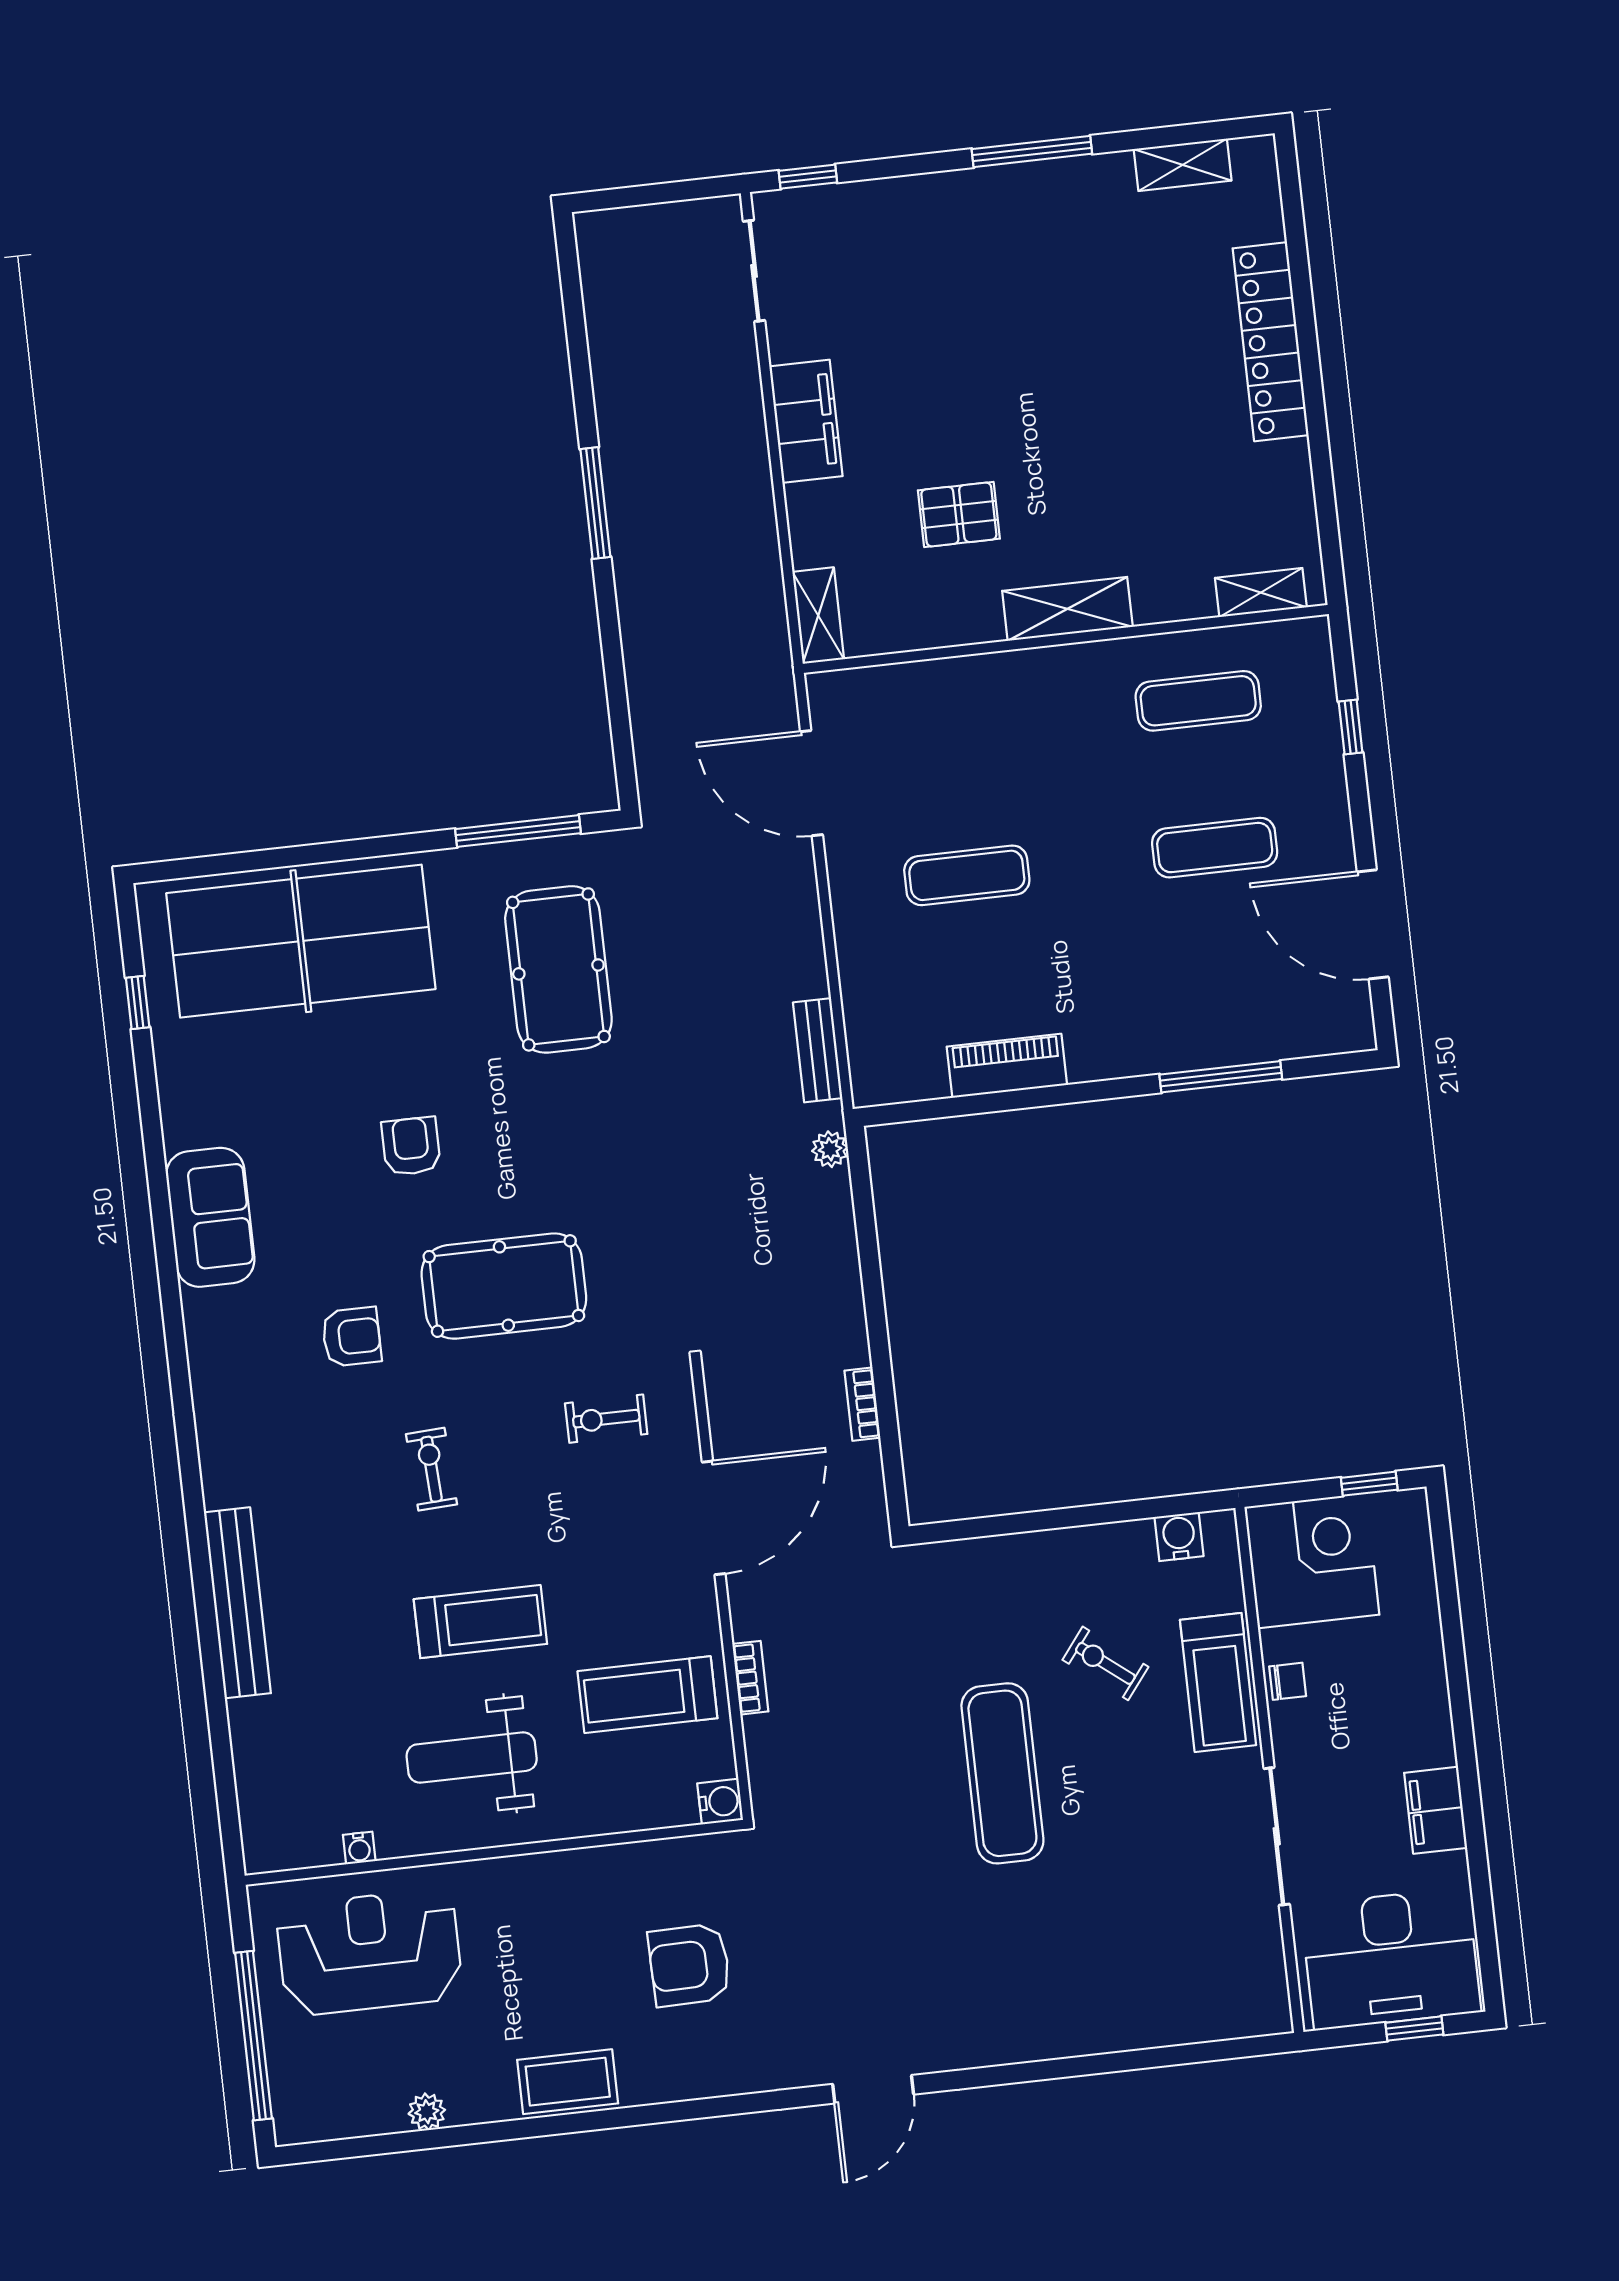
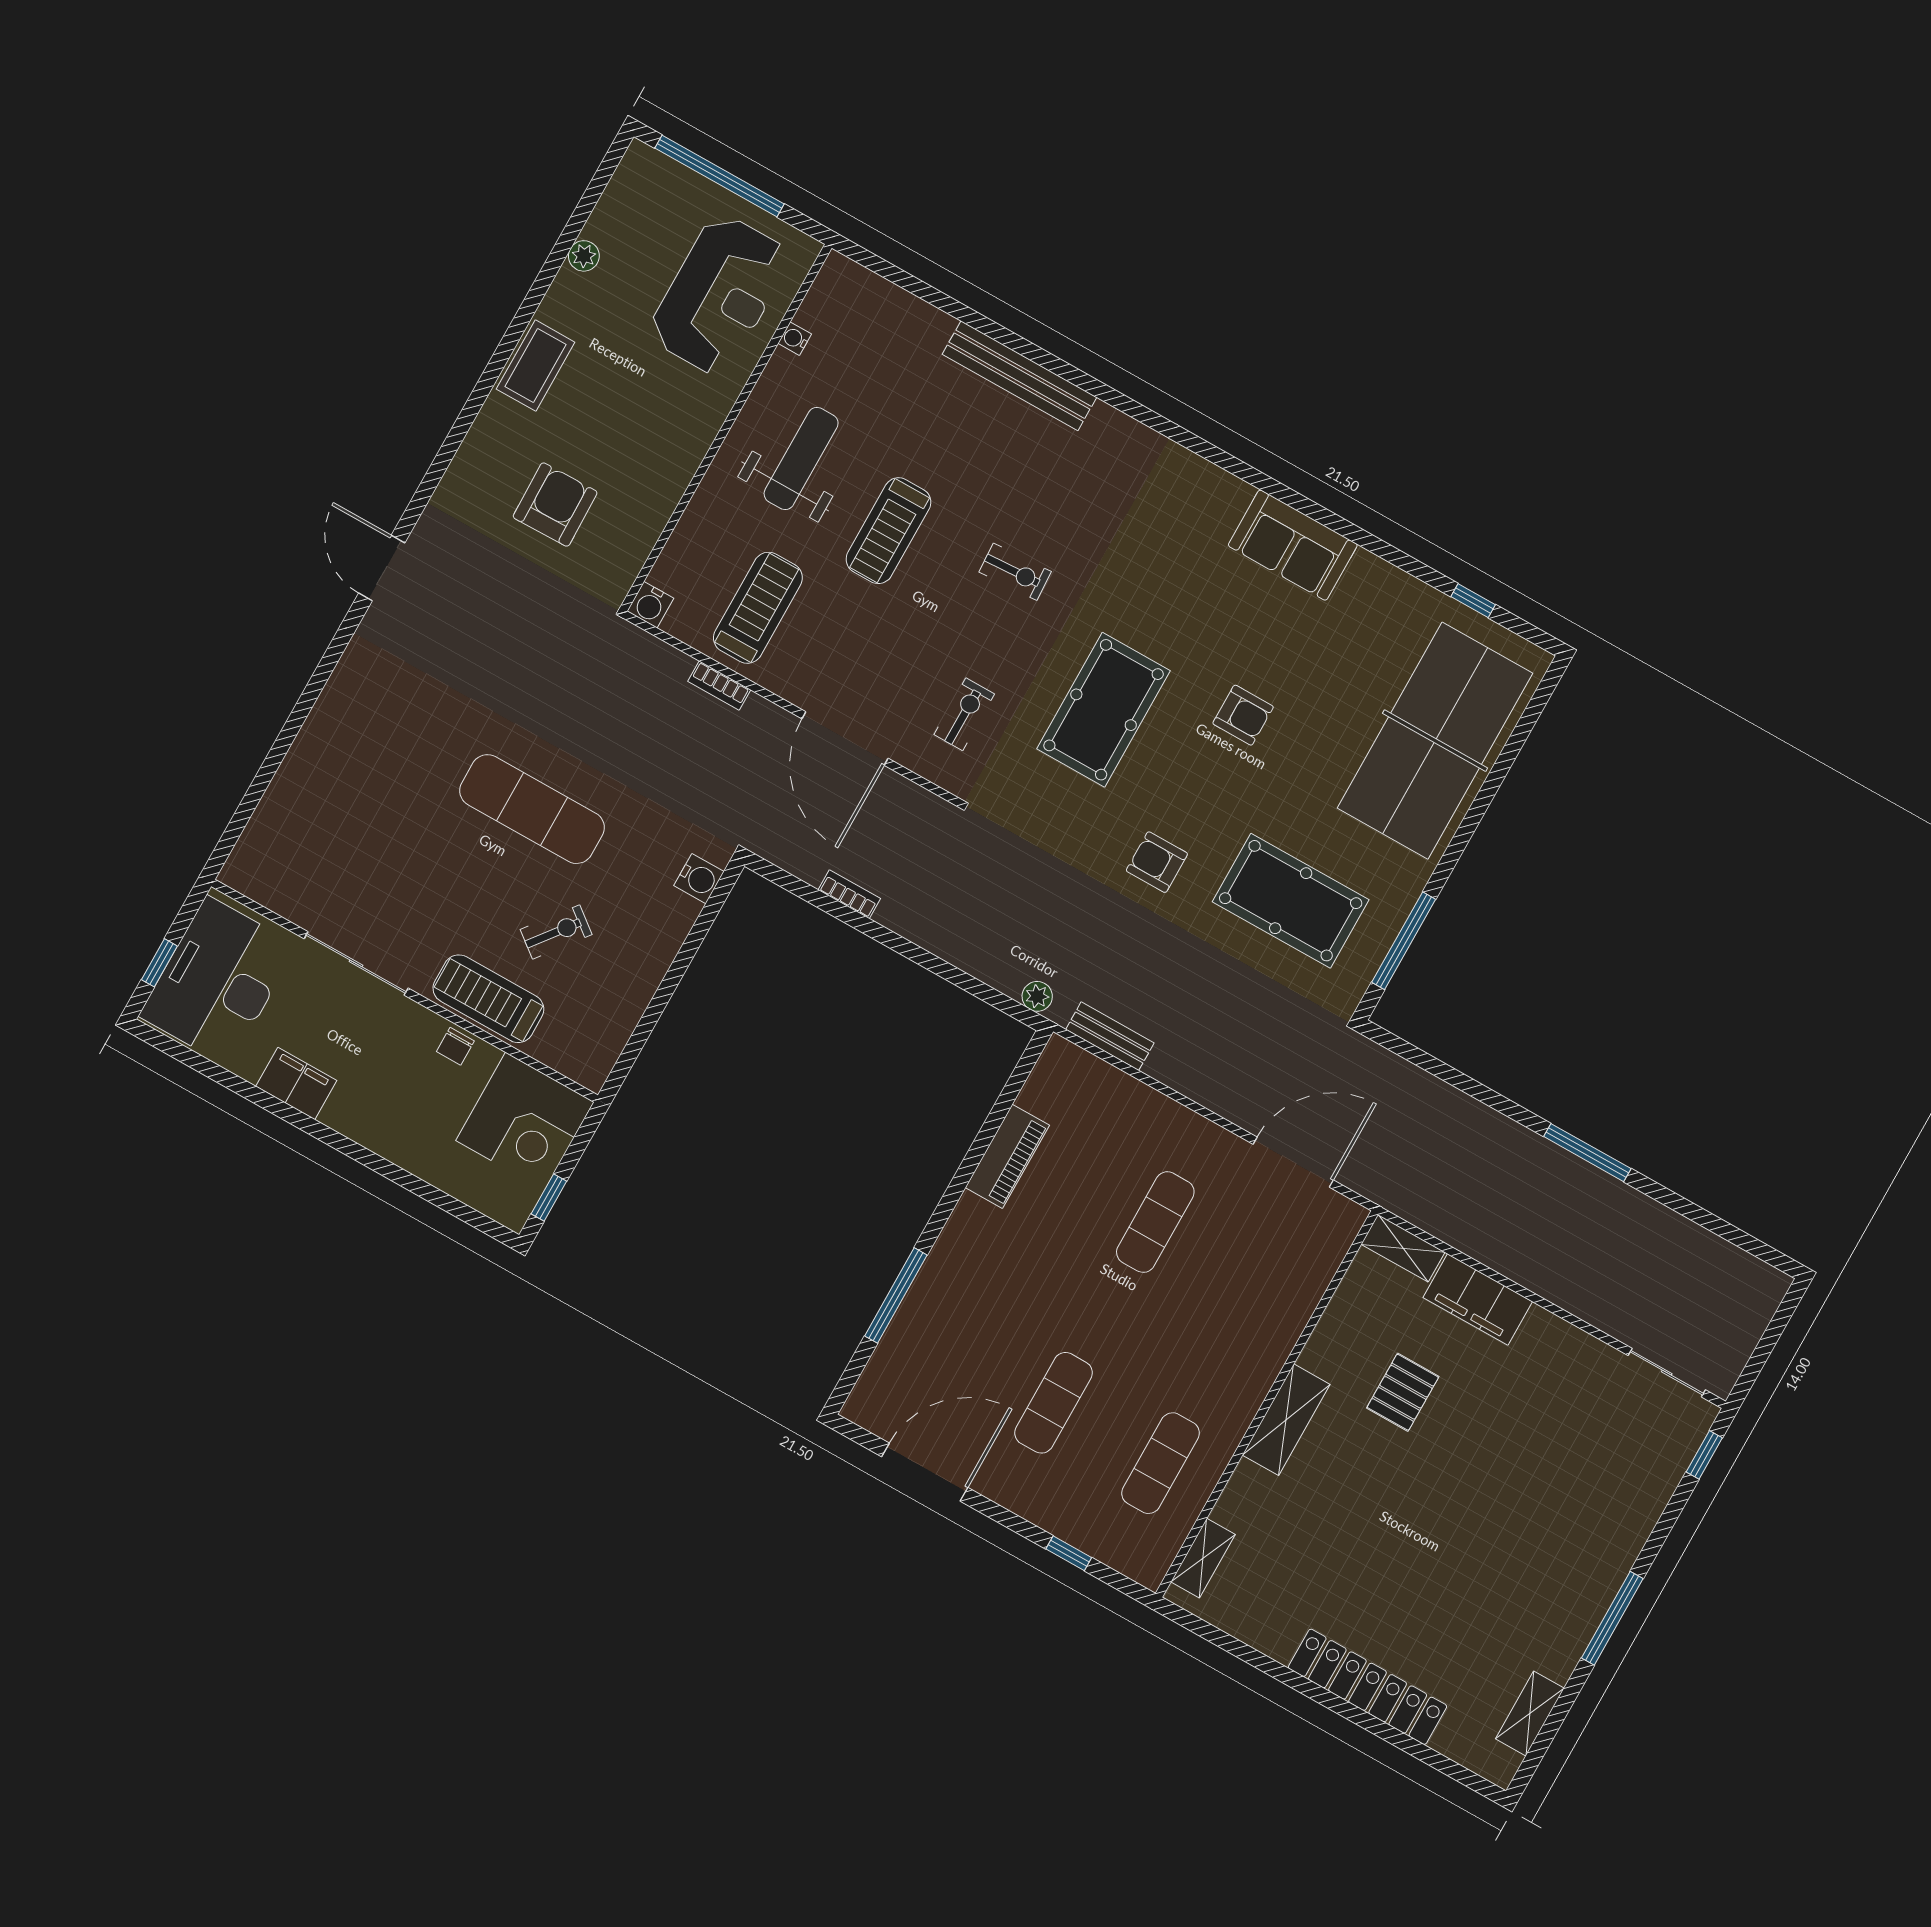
filing cabinet: (806, 421) -> (1478, 1299), moved
armchair: (352, 1337) -> (1157, 862), moved, turned 90
water cooler: (1179, 1537) -> (699, 879), moved

